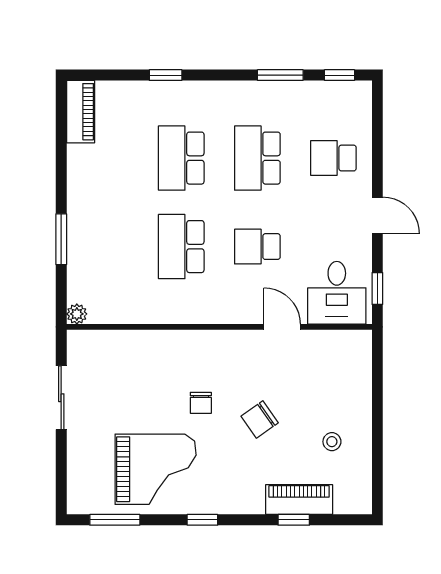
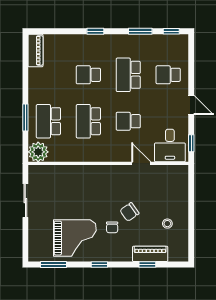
window: (166, 75) -> (95, 31), moved
school desk: (181, 158) -> (88, 75), width x0.54
school desk: (105, 247) -> (48, 121), added
plant: (77, 314) -> (38, 152), width x1.88, depth x1.88
chair: (201, 403) -> (112, 227), moved

